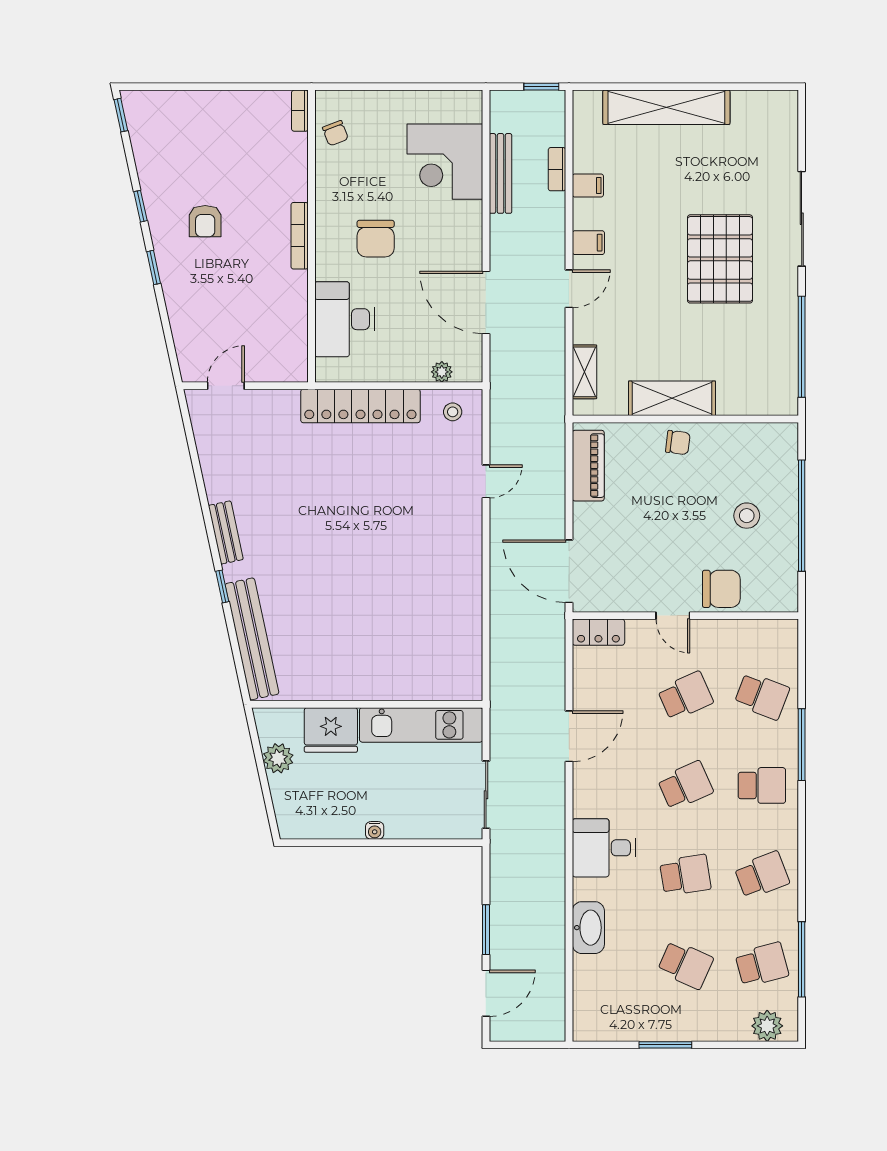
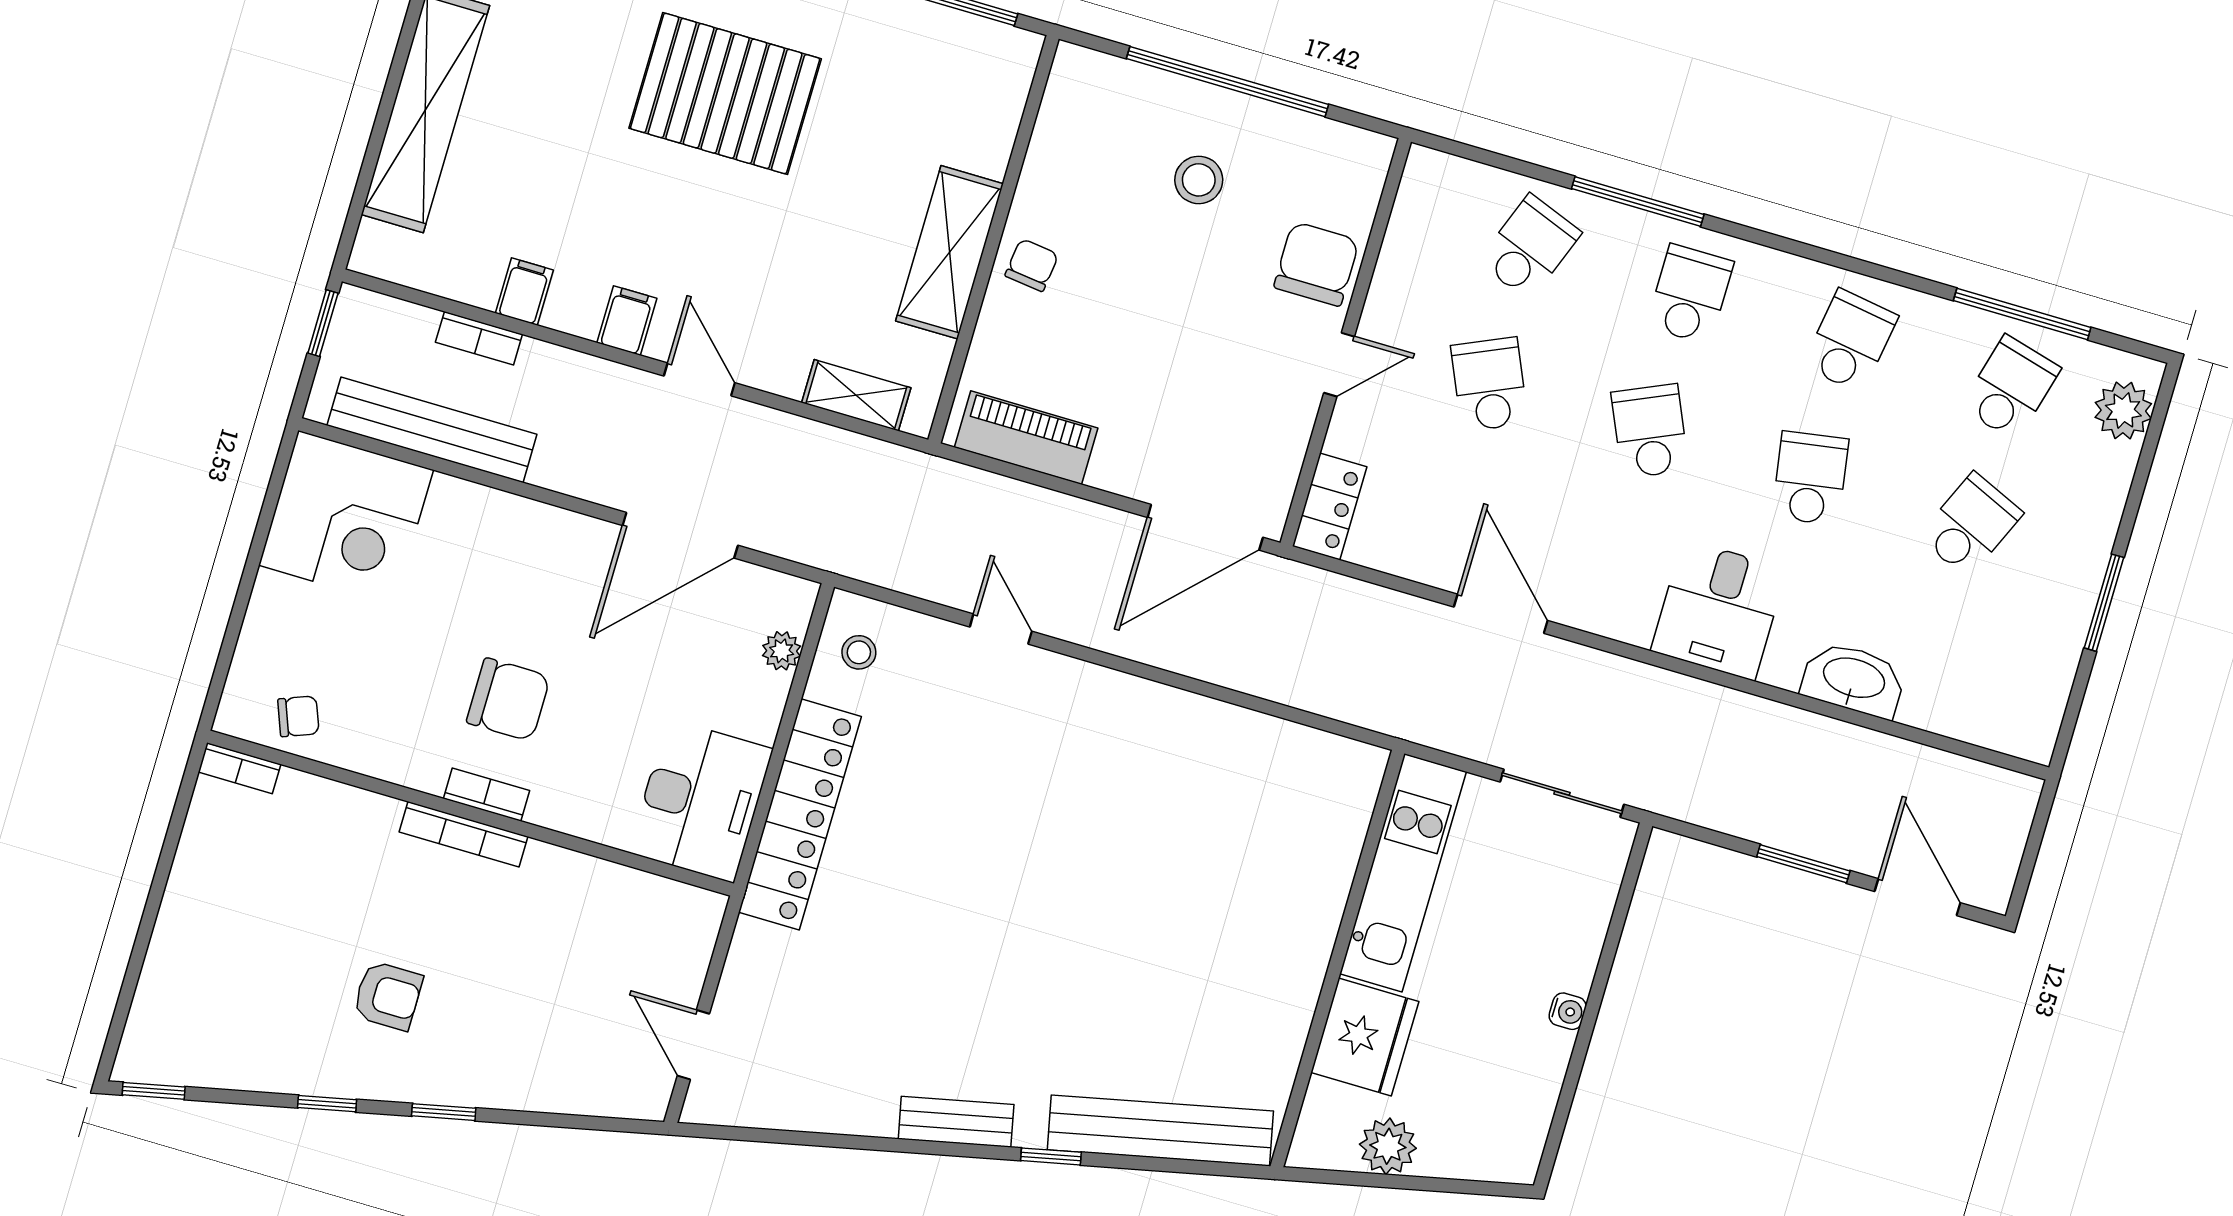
corner desk: (445, 162) -> (346, 518), moved
bench: (500, 173) -> (432, 430), width x1.37, depth x1.21
bookcase: (323, 242) -> (486, 795), added
desk: (344, 319) -> (701, 801), moved, turned -90
school desk: (762, 875) -> (1850, 341), turned 30
school desk: (762, 965) -> (2011, 388), turned 30

